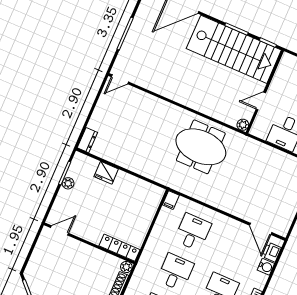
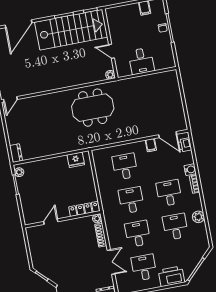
door: (261, 101) -> (111, 51), hinge flipped
fridge: (106, 173) -> (76, 160), moved
plant: (68, 183) -> (19, 172), moved
filing cabinet: (171, 200) -> (151, 145), moved
door: (60, 230) -> (51, 222), moved
water cooler: (266, 267) -> (190, 170), moved

